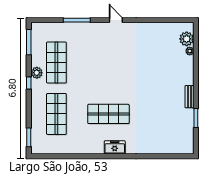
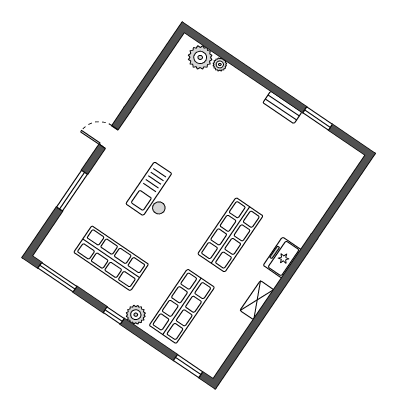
checkout: (104, 62) -> (155, 193), added
plant: (37, 73) -> (136, 315), moved
shop shelf: (56, 114) -> (182, 306), turned 90
shelving: (85, 149) -> (257, 300), added

